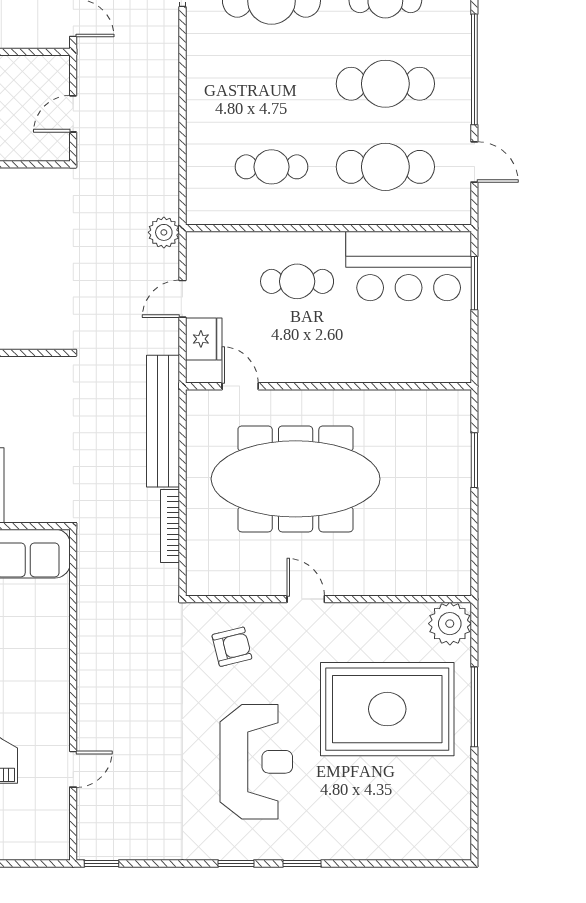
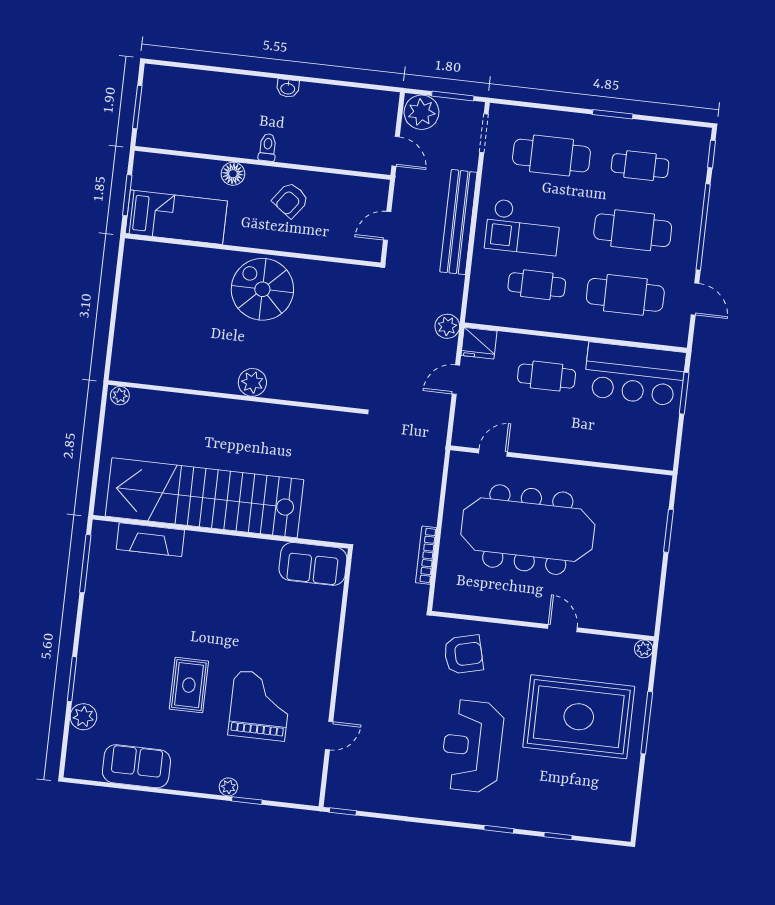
checkout: (246, 96) -> (523, 227), added
fridge: (204, 339) -> (479, 343), moved, turned 90
door: (240, 386) -> (493, 453), hinge flipped
bench: (163, 421) -> (458, 222), moved
door: (306, 599) -> (562, 628), moved
plant: (450, 624) -> (644, 649), width x0.53, depth x0.53
armchair: (232, 647) -> (463, 654), width x1.38, depth x1.38
reception desk: (256, 762) -> (472, 746), turned 180
window: (236, 864) -> (558, 836), moved

